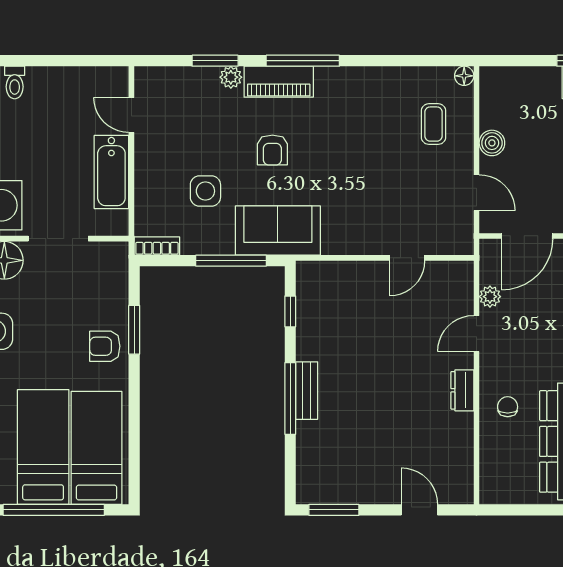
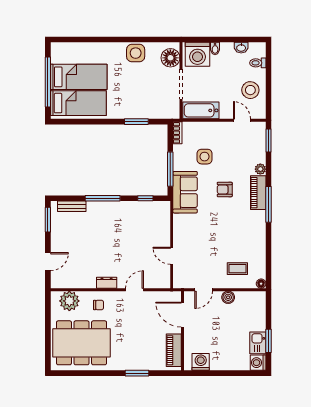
window: (215, 61) -> (268, 141), moved
stool: (70, 98) -> (250, 90), added
door: (131, 115) -> (242, 120), hinge flipped
bathtub: (111, 172) -> (201, 110), moved
plant: (490, 297) -> (69, 301), moved, width x1.88, depth x1.88
door: (476, 334) -> (134, 290), hinge flipped
armchair: (105, 346) -> (128, 107), removed
bench: (307, 391) -> (72, 206), moved

